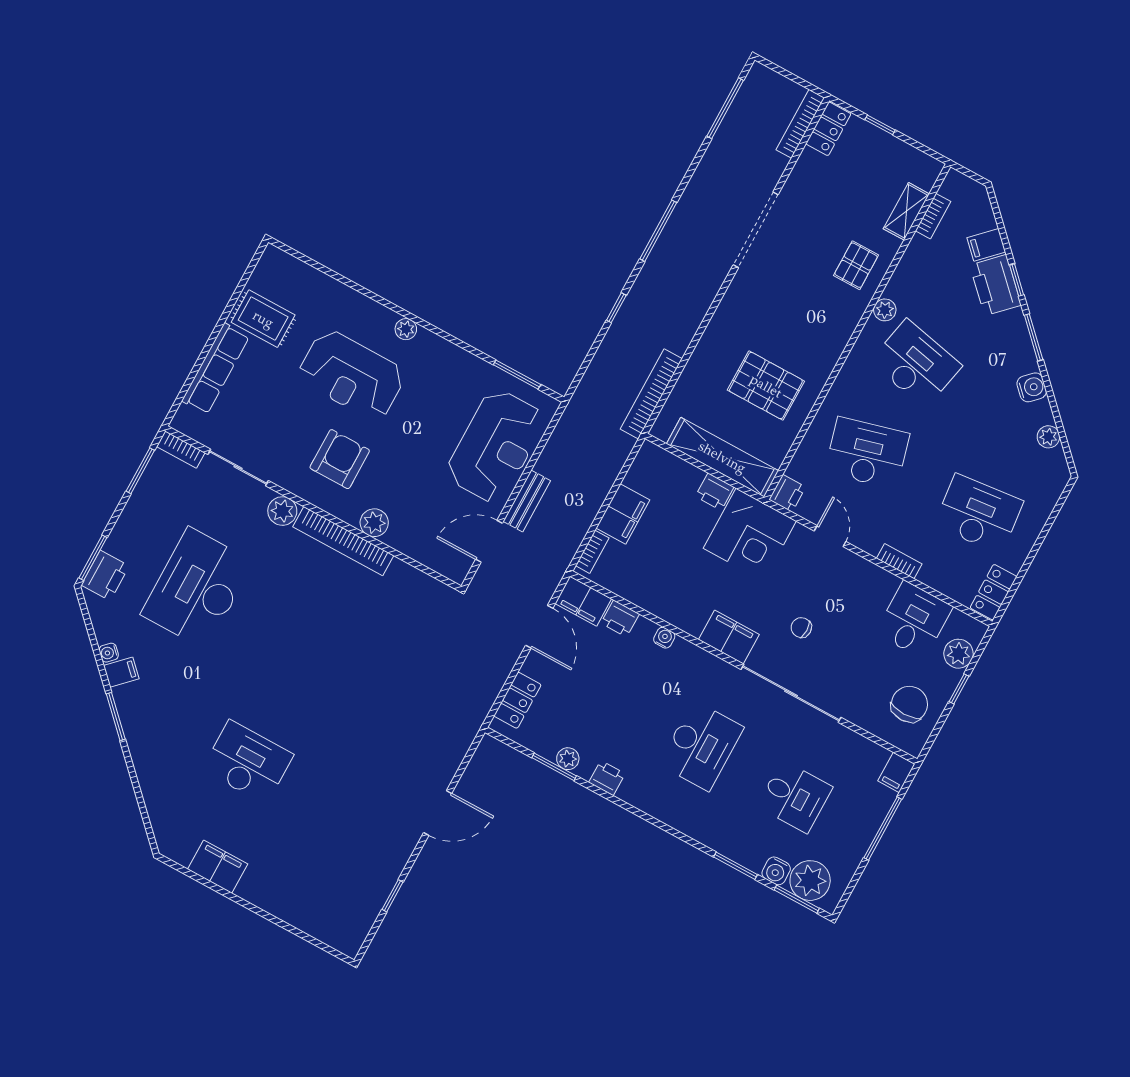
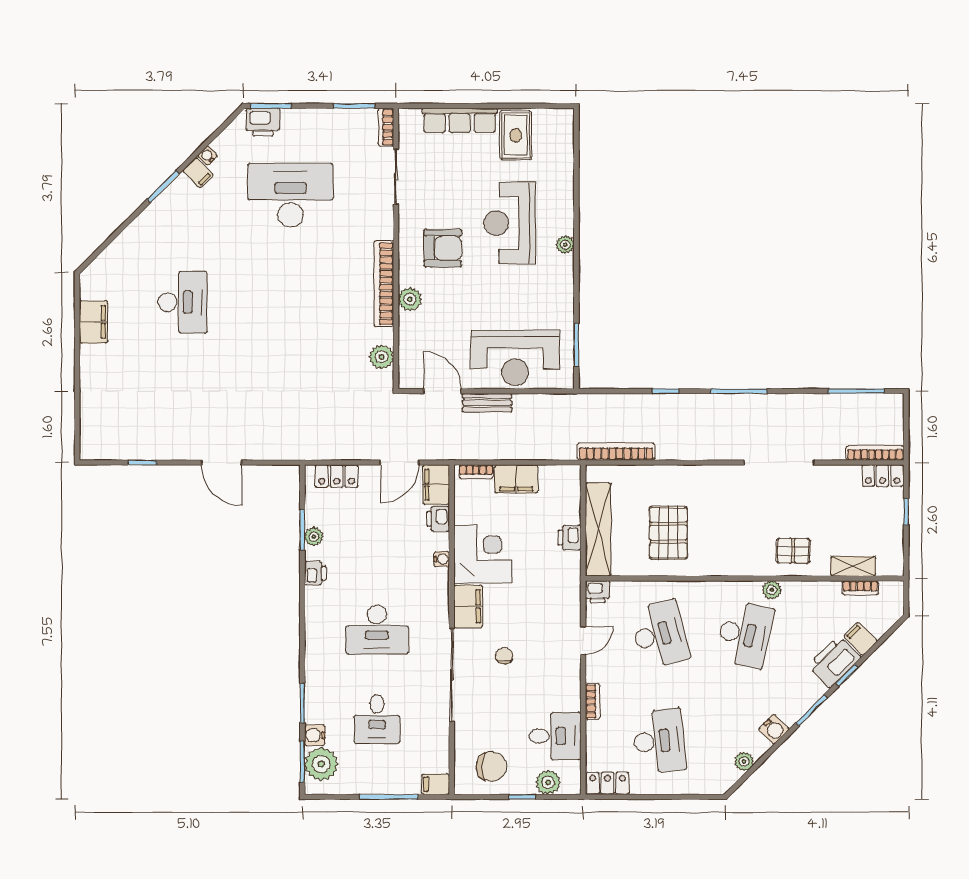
plant: (282, 511) -> (382, 357), moved
corner desk: (750, 535) -> (483, 554), moved, turned 180

